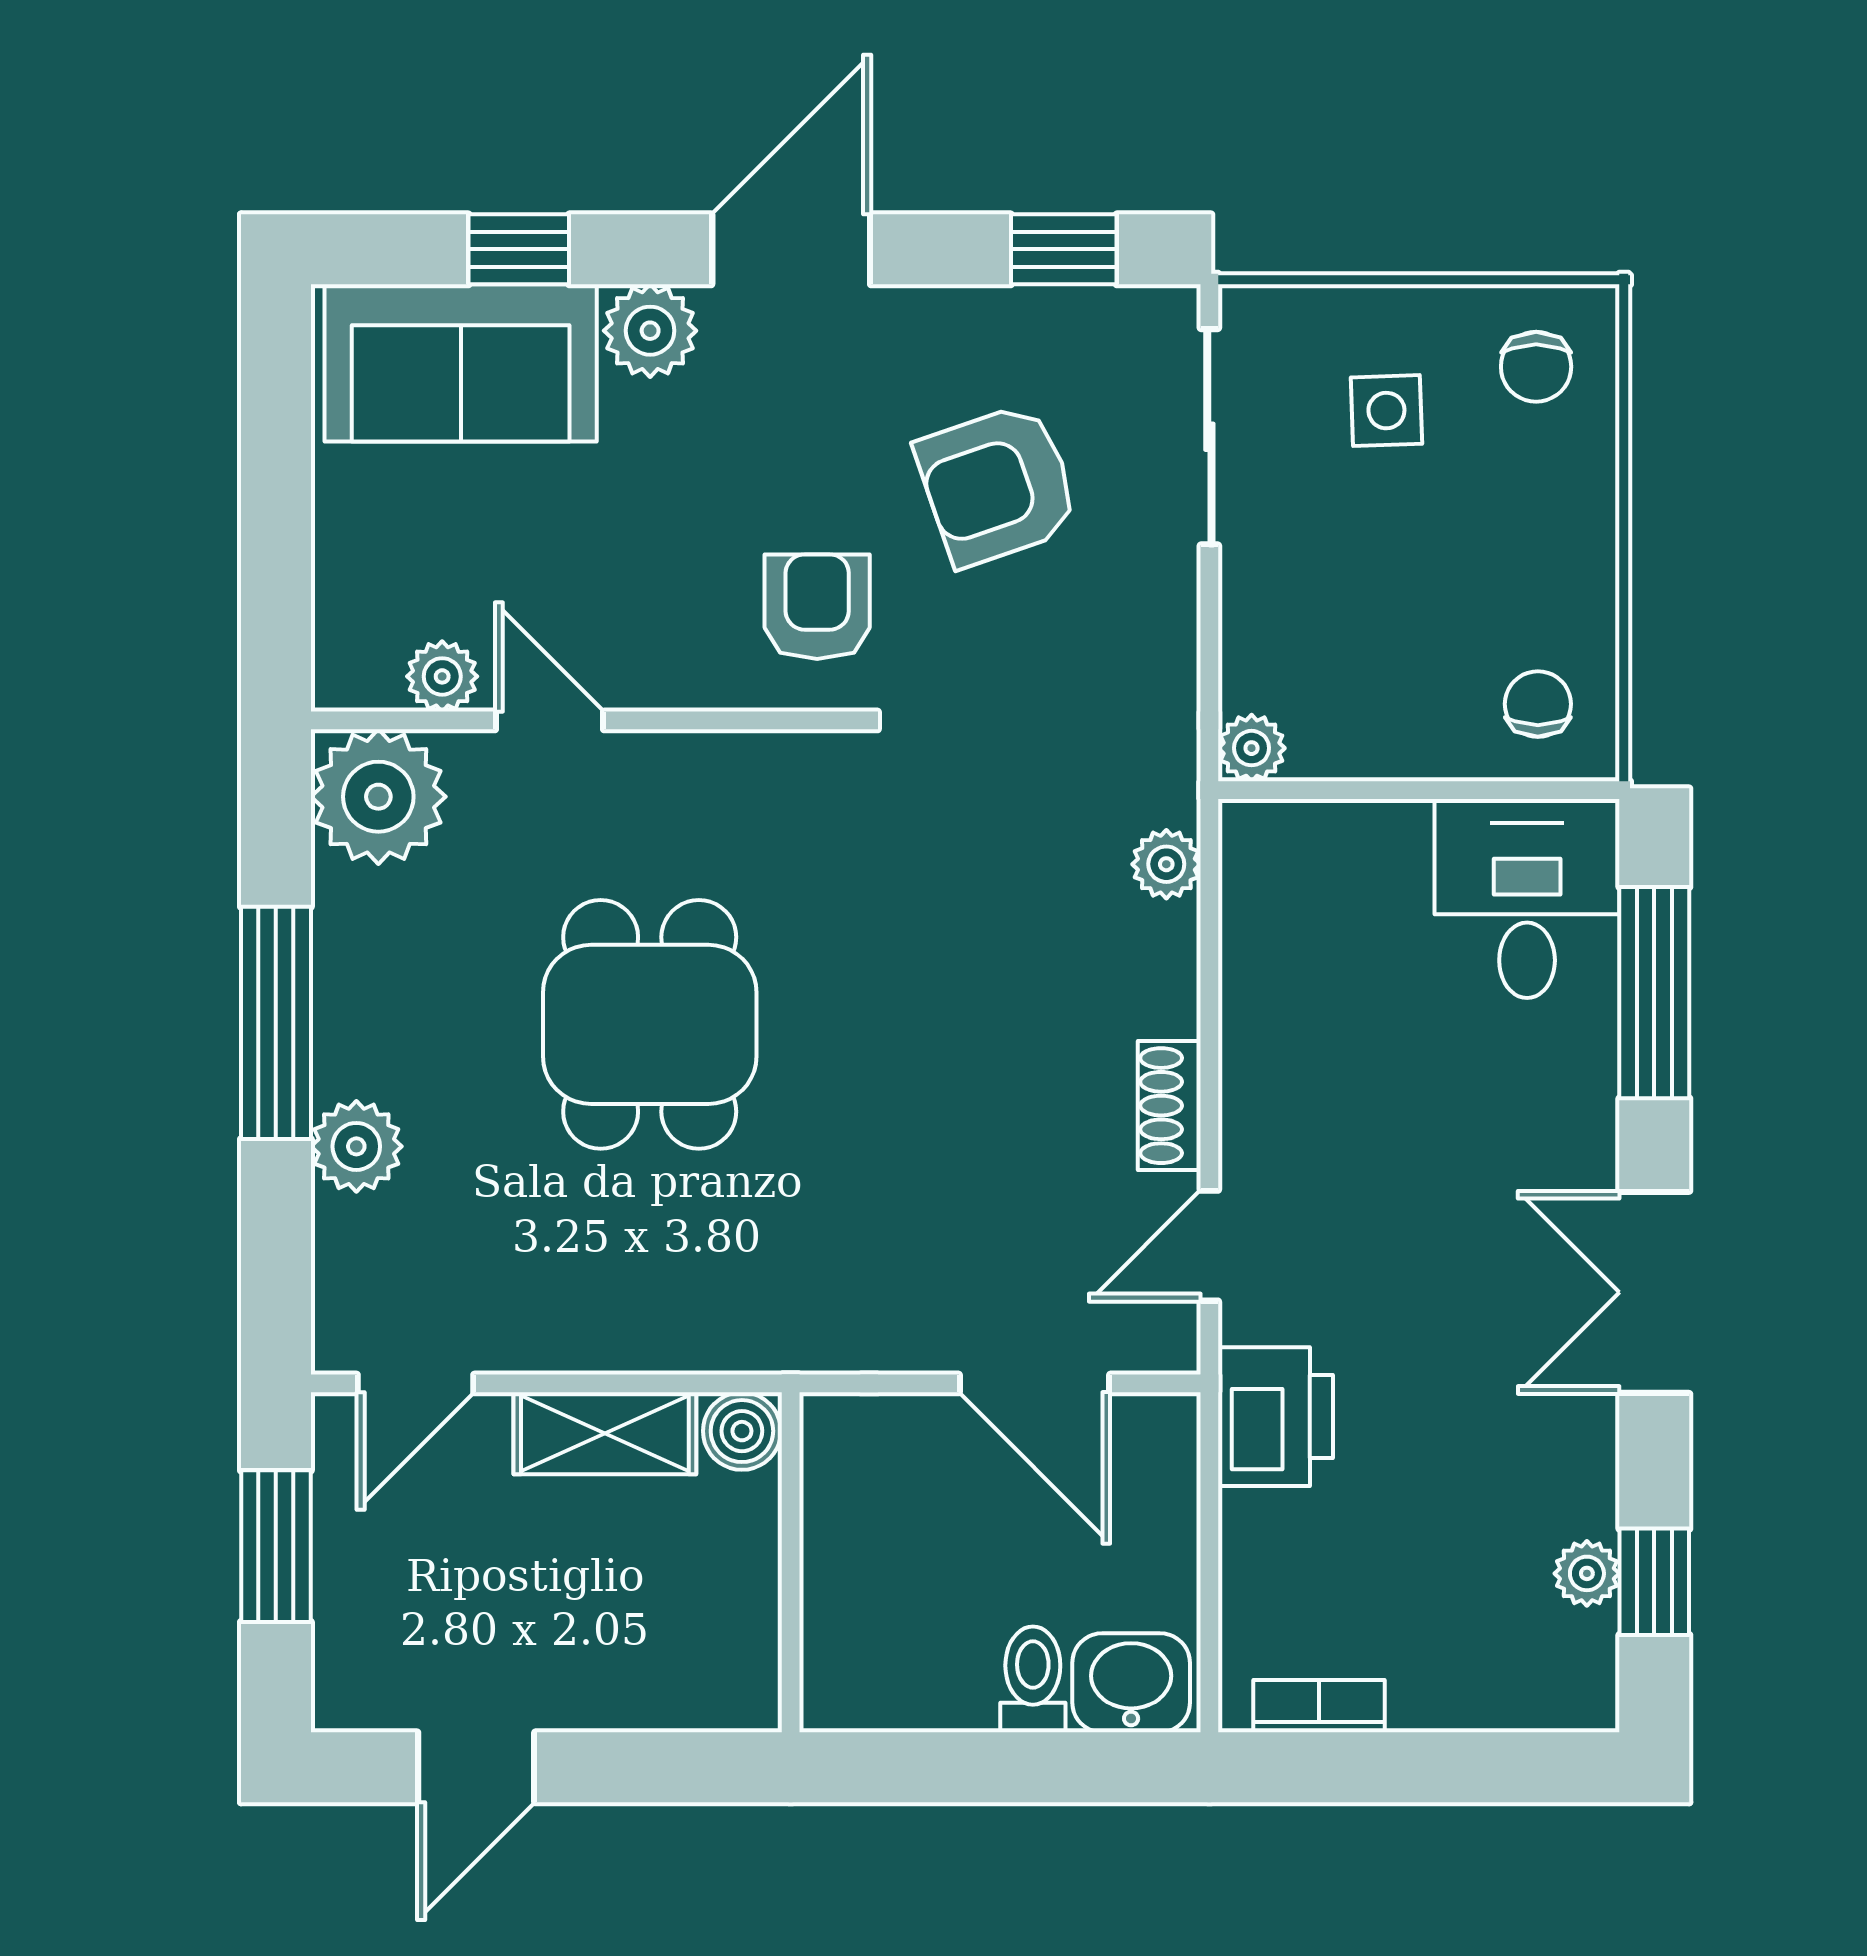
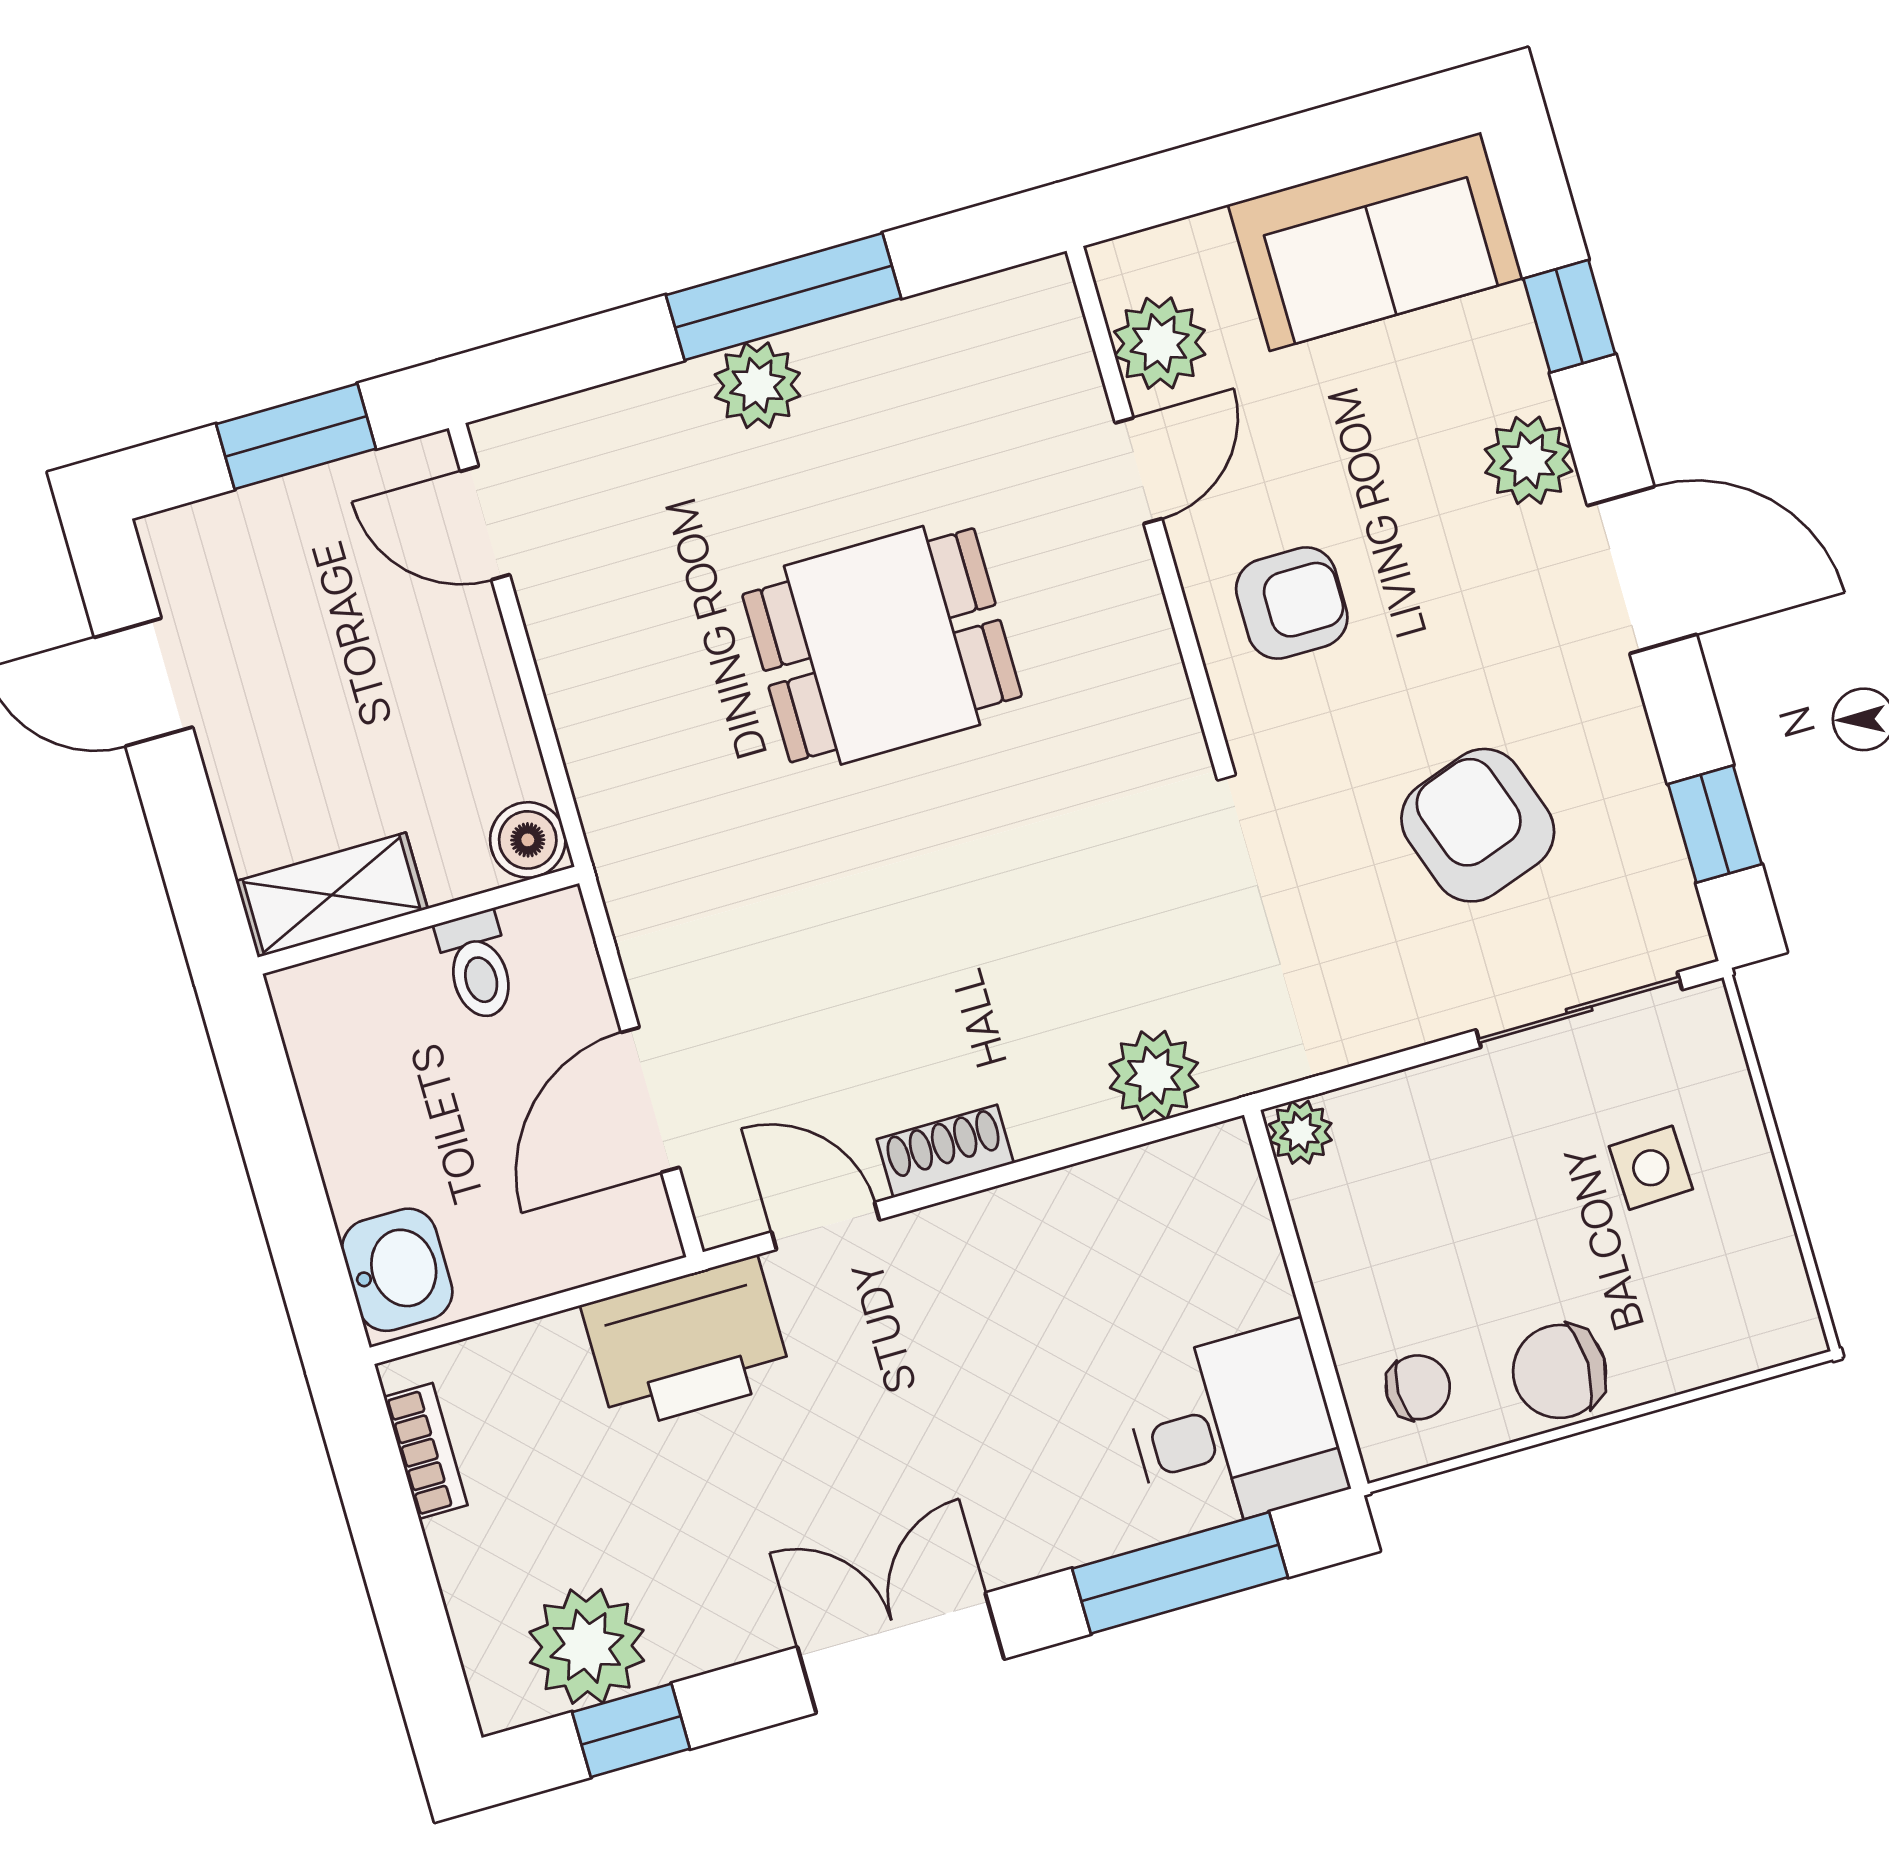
sofa: (461, 363) -> (1375, 241), moved, turned -90
chair: (1536, 367) -> (1559, 1371), moved, width x1.37, depth x1.37
armchair: (817, 607) -> (1292, 603), moved
plant: (442, 676) -> (1160, 343), width x1.38, depth x1.38
plant: (378, 797) -> (1022, 332), removed
plant: (1166, 864) -> (1154, 1075), width x1.38, depth x1.38
plant: (356, 1146) -> (757, 385), moved
printer: (1276, 1417) -> (687, 1344), width x1.37, depth x1.19
shelving: (605, 1433) -> (332, 895), moved, turned 90
plant: (1587, 1573) -> (587, 1646), width x1.88, depth x1.88
toilet: (1033, 1679) -> (477, 966), moved, turned 90

